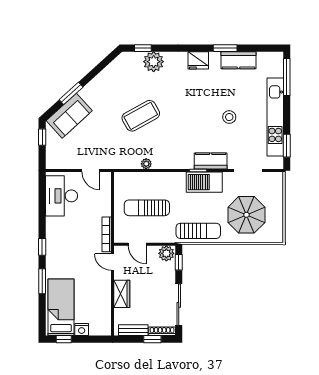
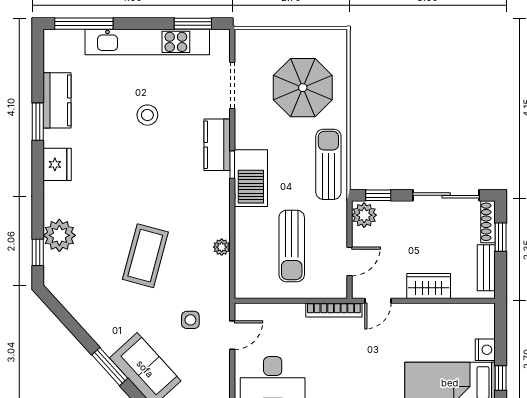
coffee table: (141, 116) -> (145, 256), turned 44
side table: (100, 144) -> (190, 320), added
barbecue: (204, 182) -> (251, 178), moved

